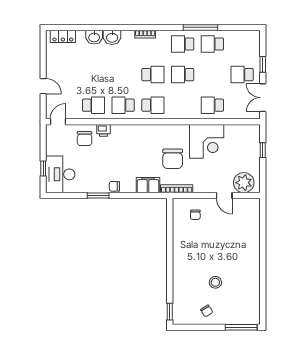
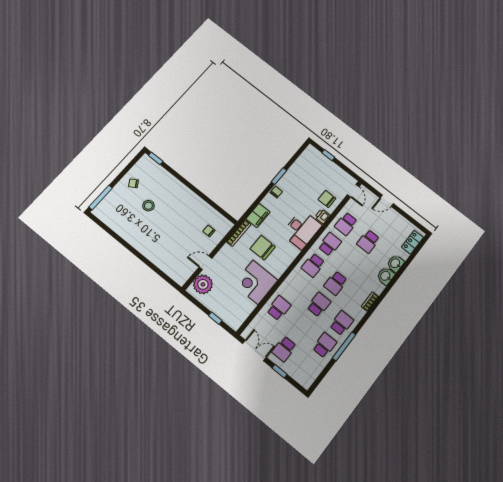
school desk: (93, 75) -> (368, 241), added
school desk: (242, 75) -> (284, 349), turned 180
desk: (60, 174) -> (302, 229), moved, turned 90

